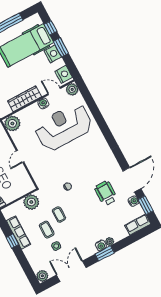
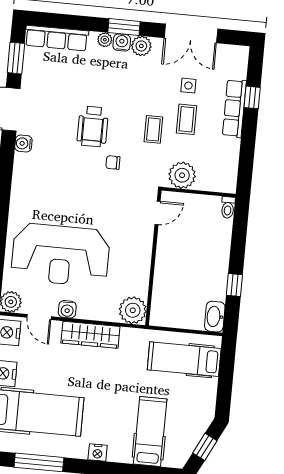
door: (20, 156) -> (158, 213), moved
wheelchair: (106, 193) -> (93, 126), moved
water cooler: (134, 201) -> (23, 144), moved
row of seats: (138, 225) -> (57, 38), width x1.48
row of seats: (18, 233) -> (234, 108), moved
window: (12, 241) -> (252, 97), moved
plant: (42, 276) -> (141, 46), moved

